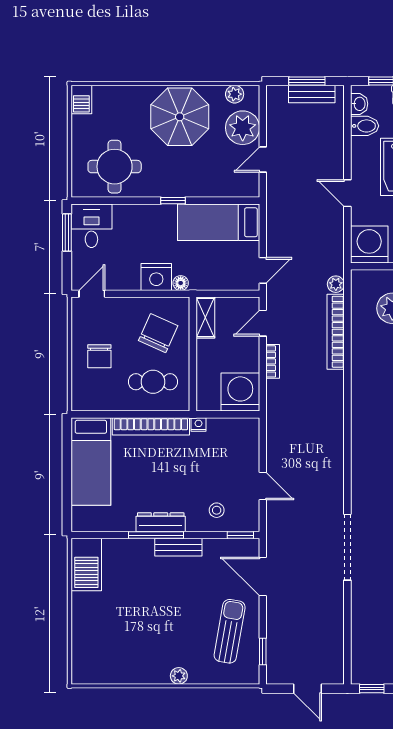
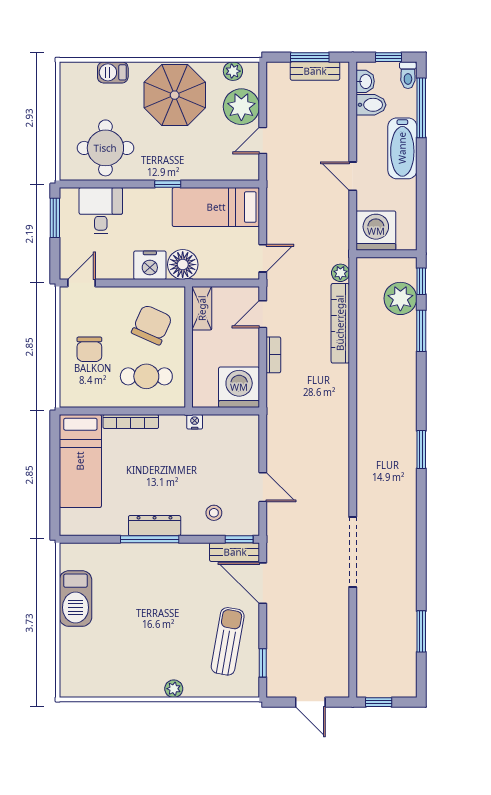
barbecue: (81, 100) -> (113, 72), moved, turned 90
desk: (91, 226) -> (101, 211), moved
floor lamp: (181, 283) -> (183, 265), width x1.89, depth x1.89
bookcase: (151, 426) -> (131, 422), width x0.68, depth x0.76
bench: (178, 547) -> (235, 552), moved
barbecue: (86, 565) -> (76, 599), moved

